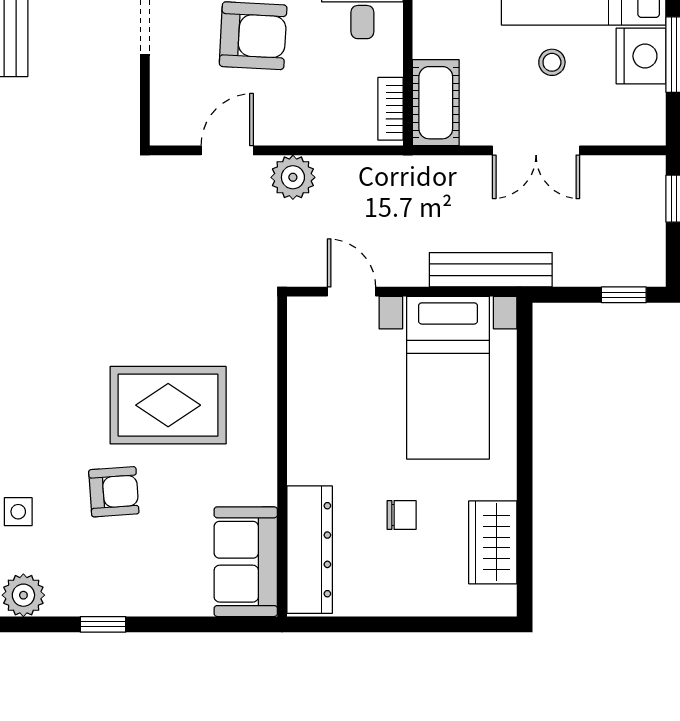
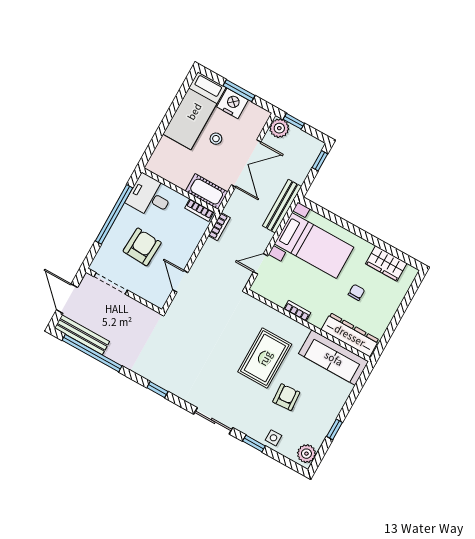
double door: (536, 150) -> (246, 163), width x1.37
bookcase: (380, 167) -> (219, 227), added
plant: (293, 177) -> (279, 128), moved
bookcase: (299, 417) -> (297, 311), added
sofa: (246, 562) -> (334, 358), width x1.36

